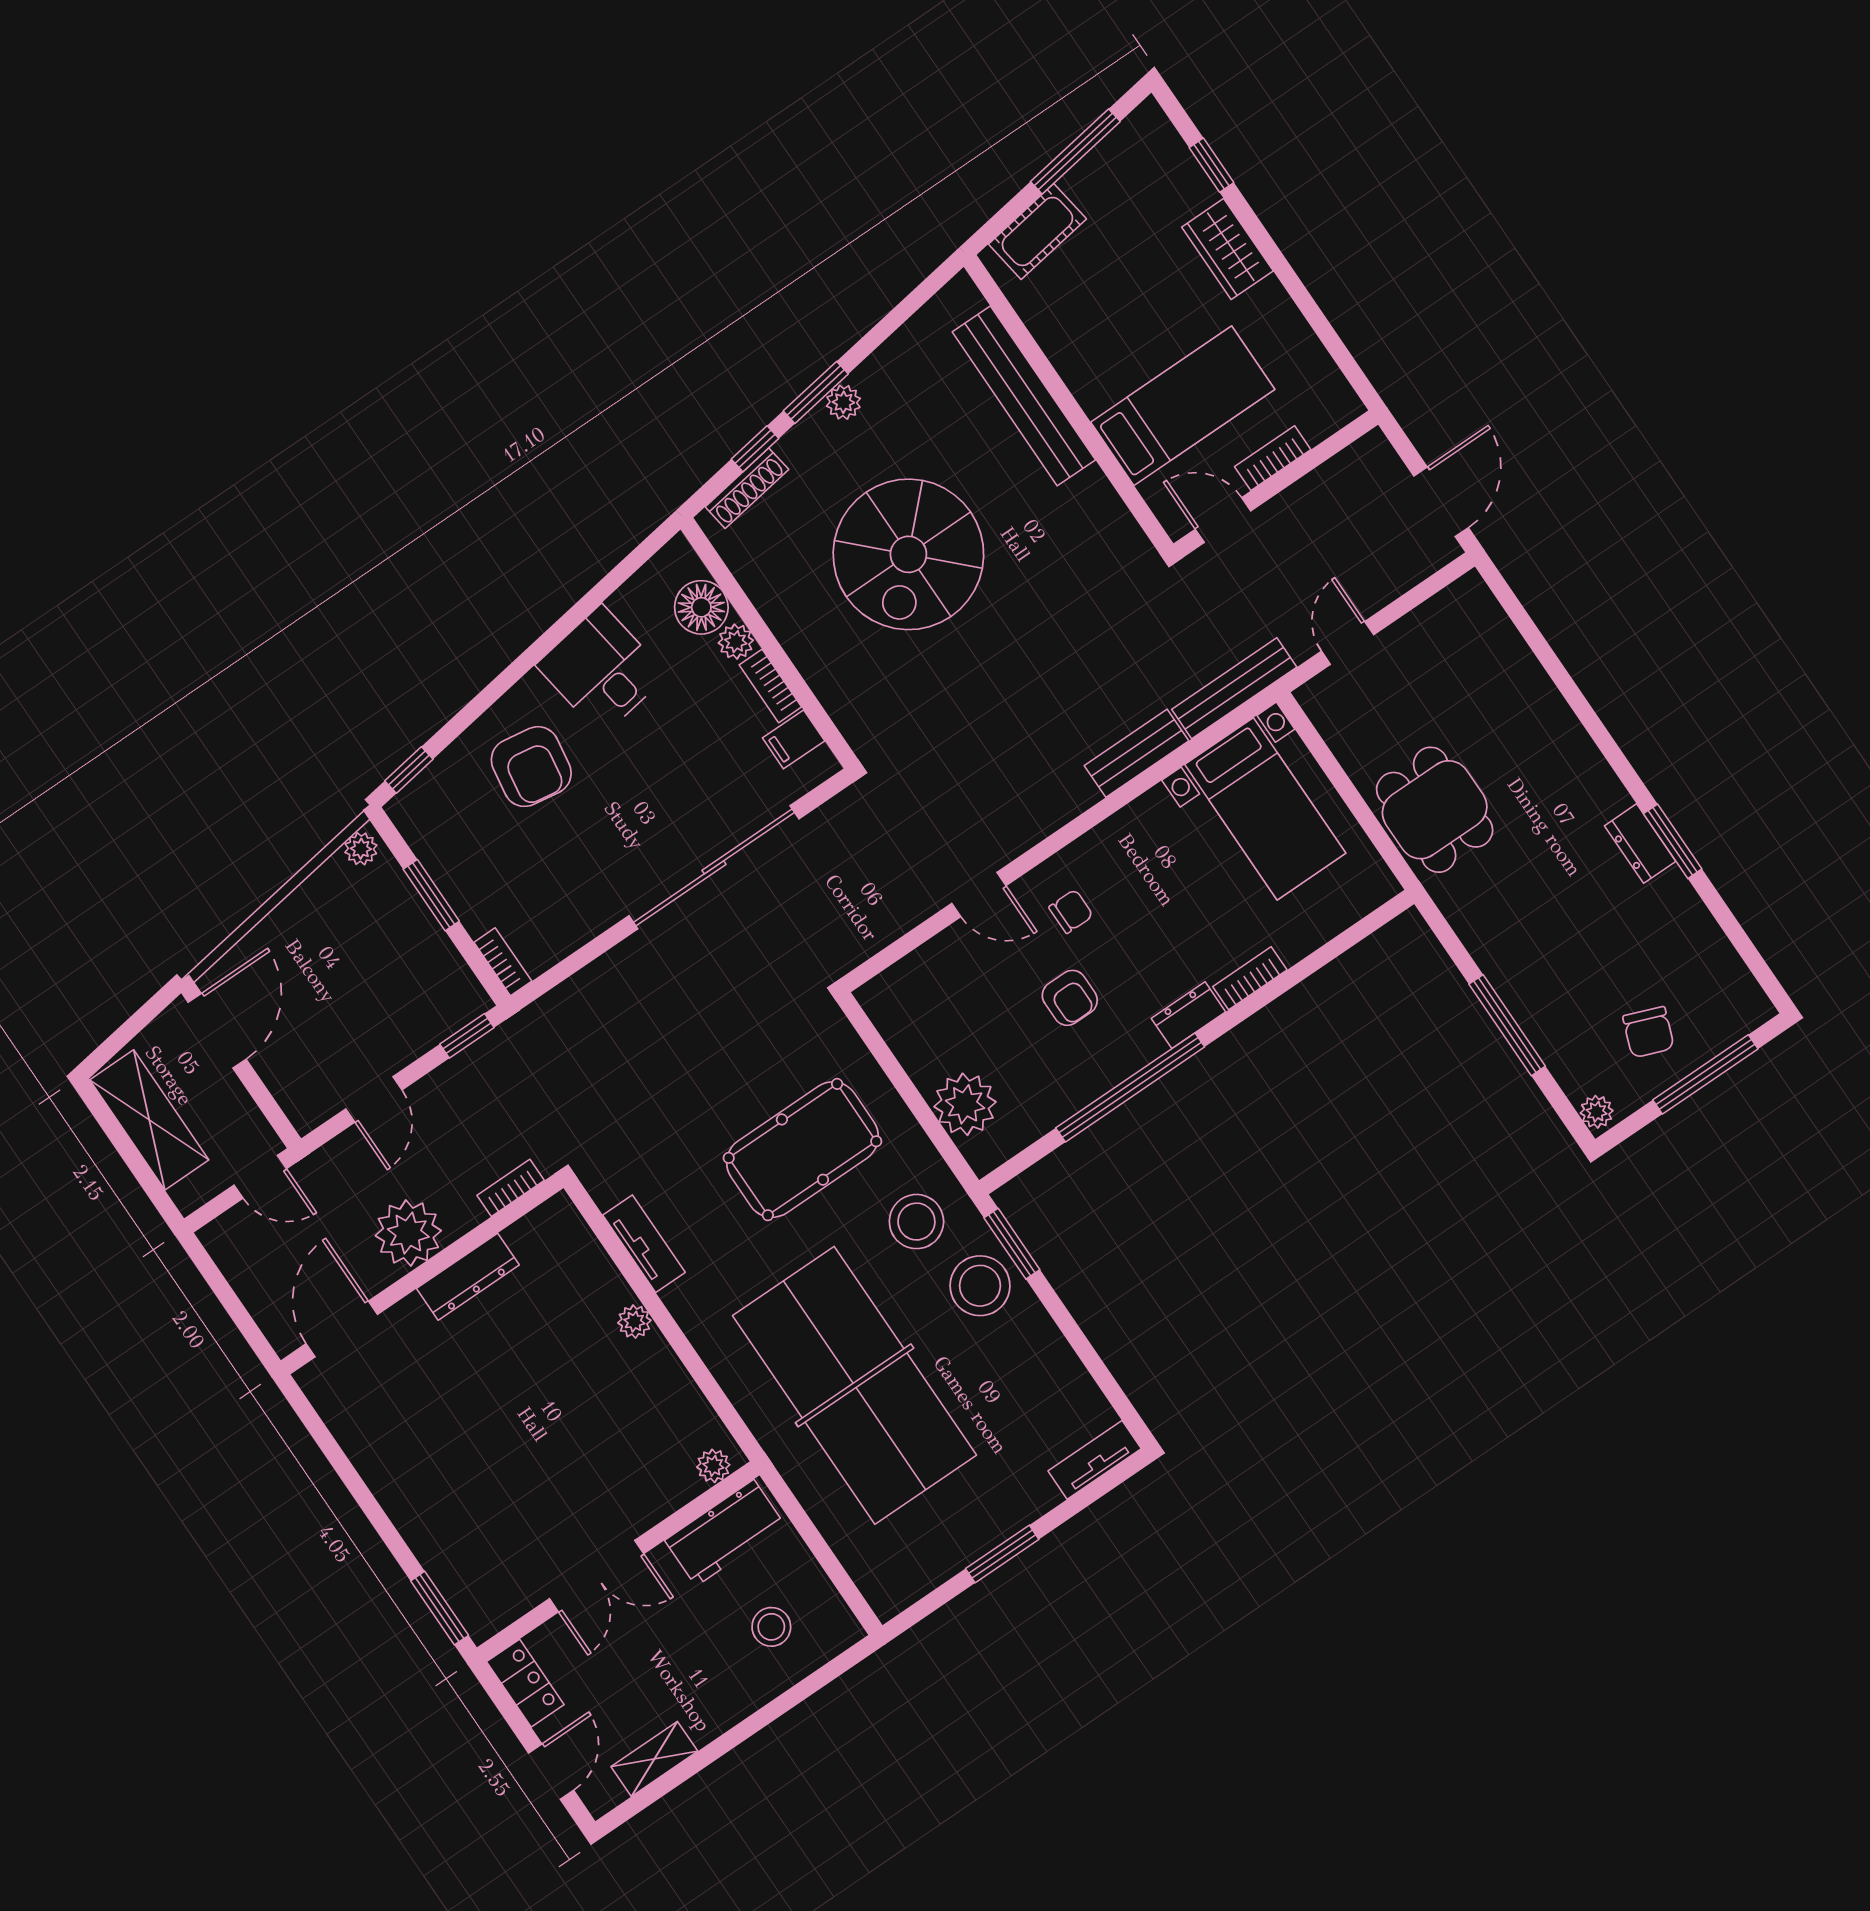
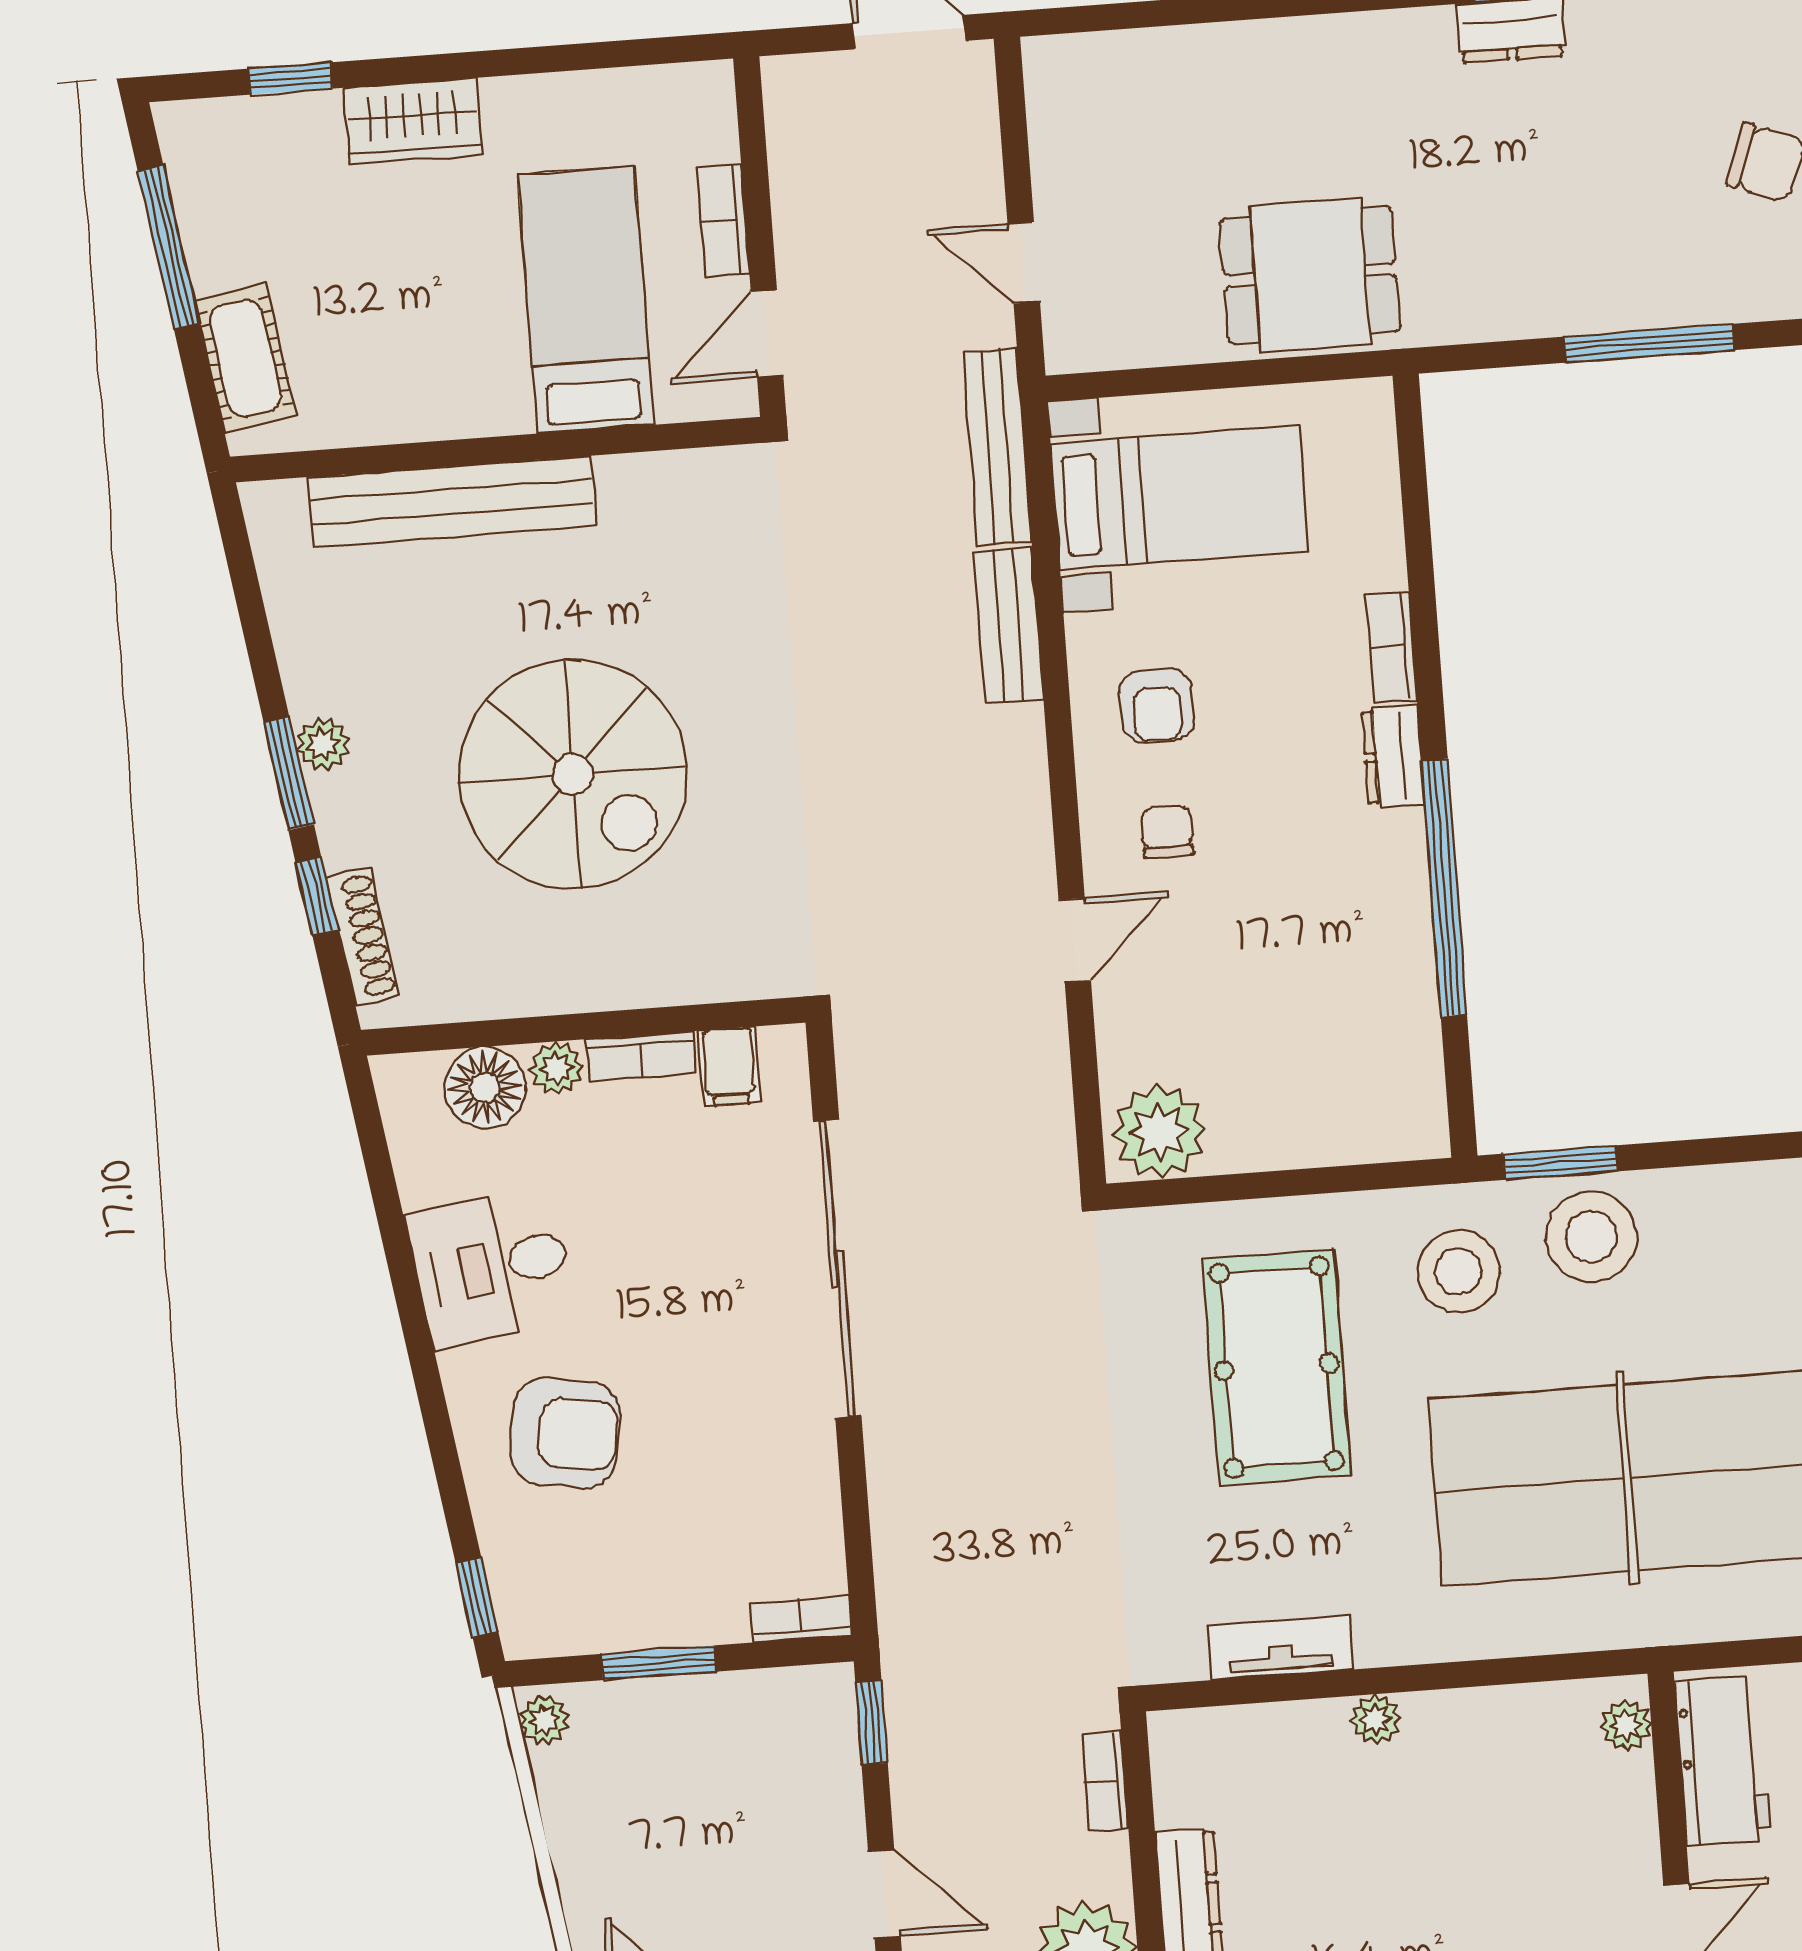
armchair: (1070, 998) -> (1157, 706), moved, turned 90
plant: (965, 1104) -> (1159, 1132), moved

